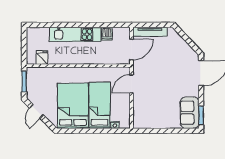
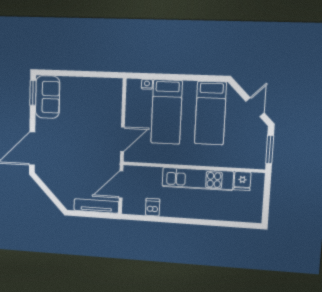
kitchen unit: (75, 34) -> (198, 179), moved, turned 180
bed: (73, 106) -> (210, 113), width x0.67

